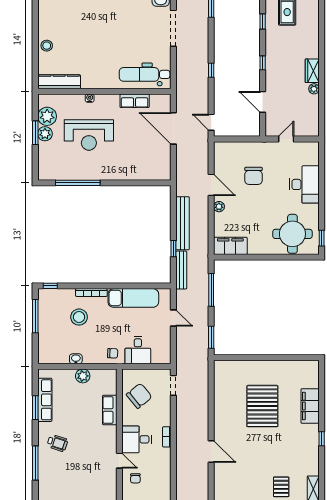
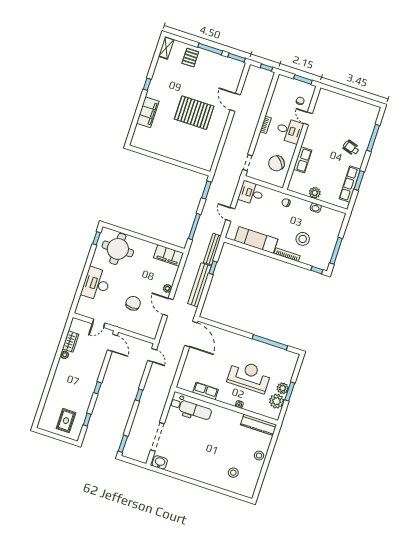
stool: (70, 16) -> (233, 473), added
wardrobe: (312, 71) -> (71, 341), moved
door: (263, 102) -> (112, 343), moved
door: (173, 128) -> (191, 334), moved
desk: (138, 350) -> (251, 193), moved, turned -90
pallet: (262, 406) -> (194, 113), moved, turned 90

